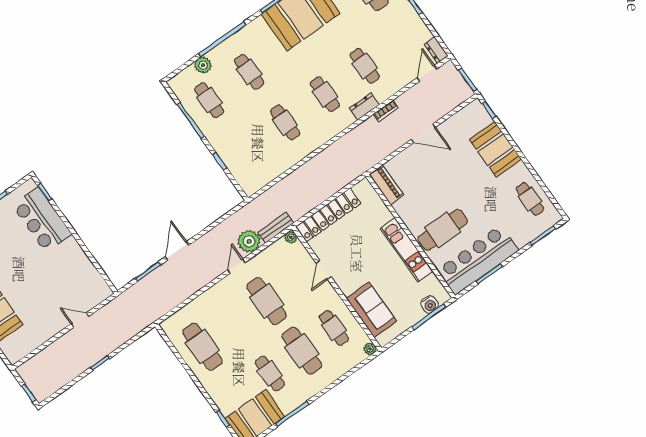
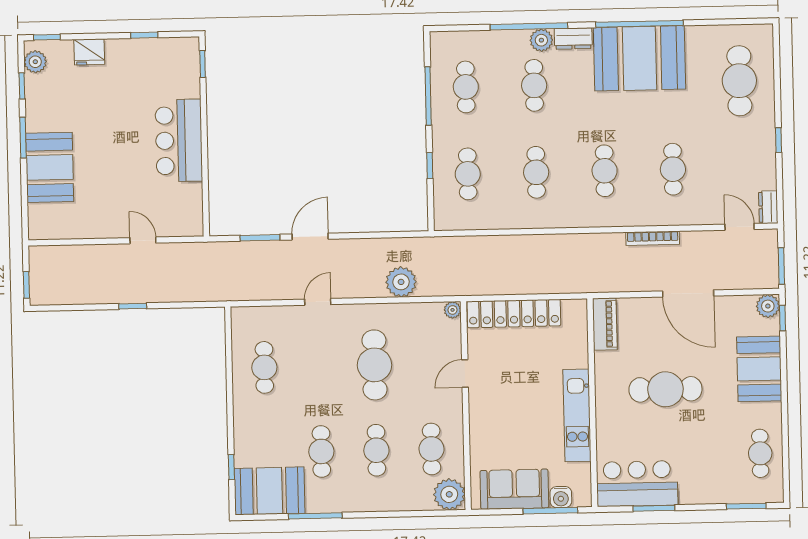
plant: (203, 65) -> (541, 40), moved
door: (427, 73) -> (740, 227), hinge flipped
dresser: (364, 107) -> (573, 38), moved, turned 180
plant: (476, 109) -> (768, 306), added
bookcase: (386, 111) -> (653, 238), width x1.56
door: (423, 133) -> (688, 293), width x1.36
cafe table: (245, 151) -> (468, 174), added
bar counter: (42, 220) -> (179, 141), moved
bench: (276, 228) -> (443, 287), removed
cafe table: (443, 230) -> (665, 389), moved
bar counter: (478, 260) -> (637, 484), width x0.73
door: (236, 266) -> (318, 302), moved
sofa: (371, 310) -> (514, 489), moved, turned -90
cafe table: (202, 347) -> (264, 367), width x0.73, depth x0.74
plant: (370, 349) -> (449, 494), width x1.87, depth x1.87
cafe table: (302, 351) -> (376, 450), width x0.73, depth x0.74

